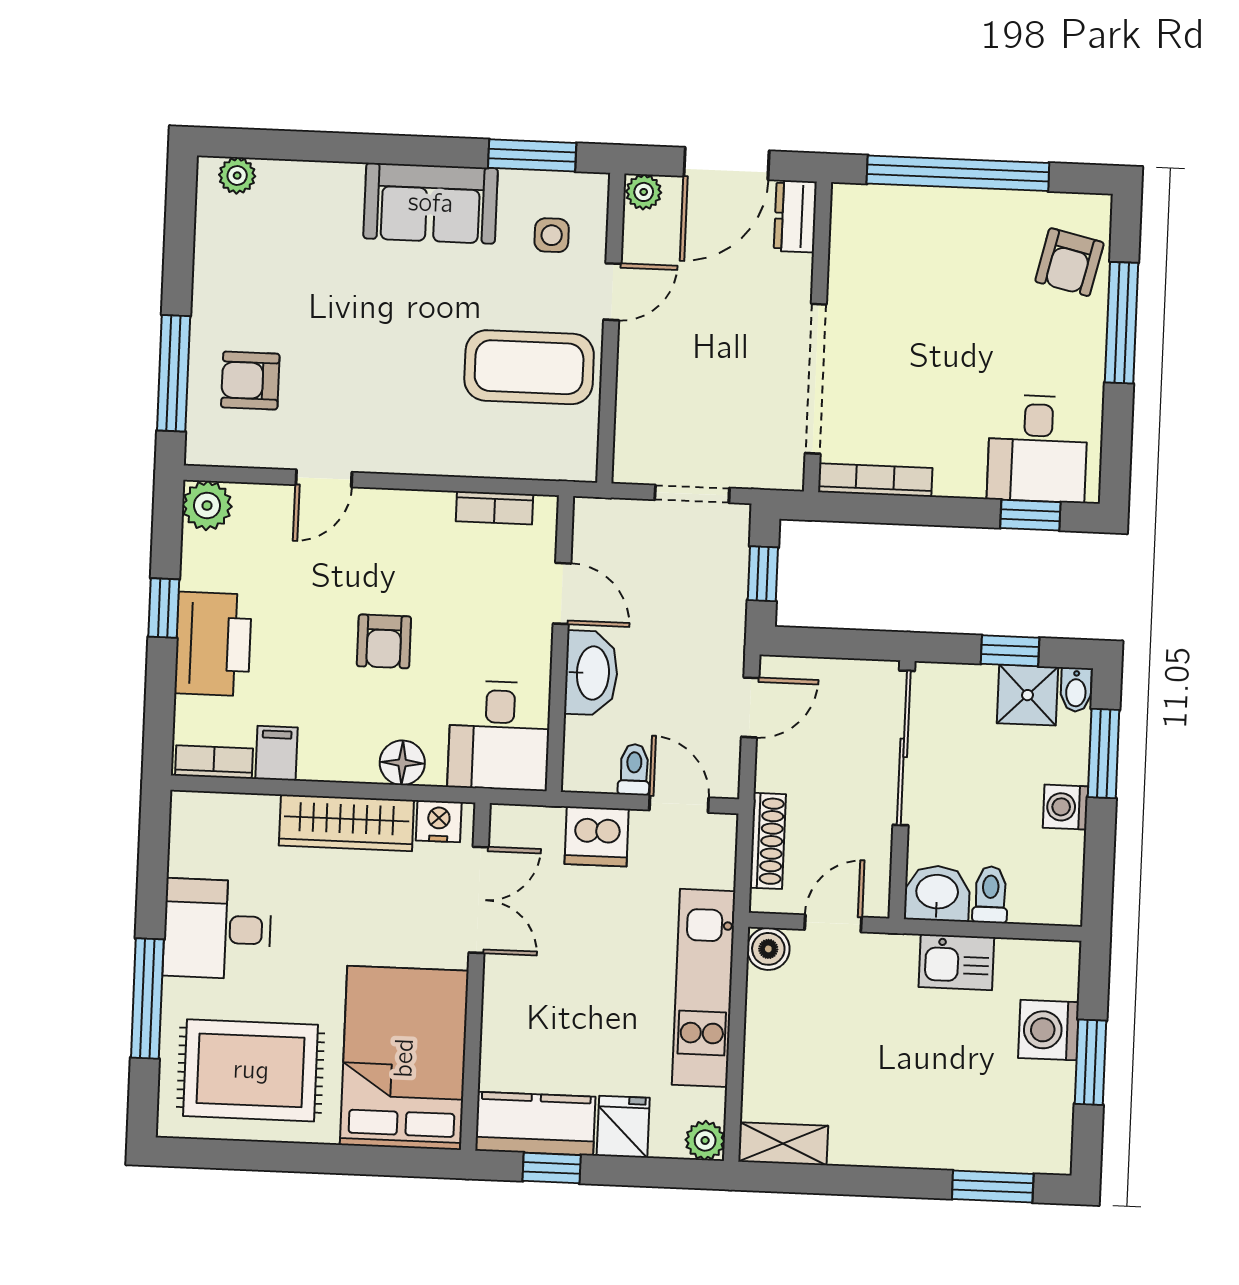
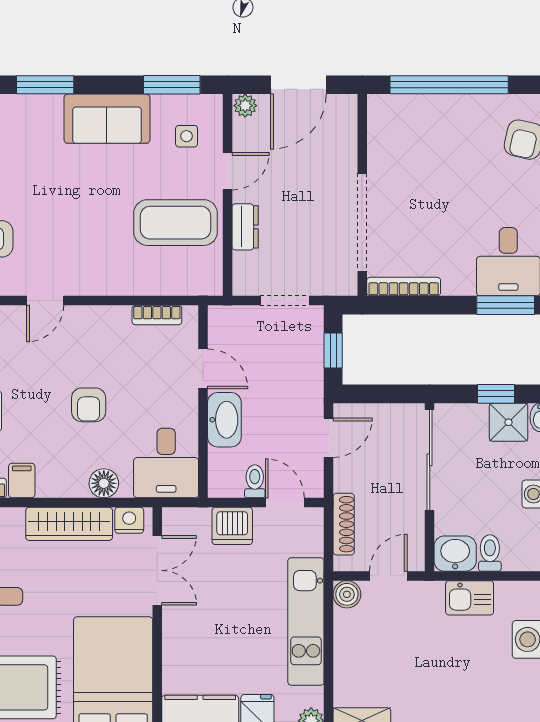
window: (338, 147) -> (45, 85), added
dresser: (795, 216) -> (245, 227), moved, turned 180
window: (1030, 515) -> (506, 305), width x1.50

